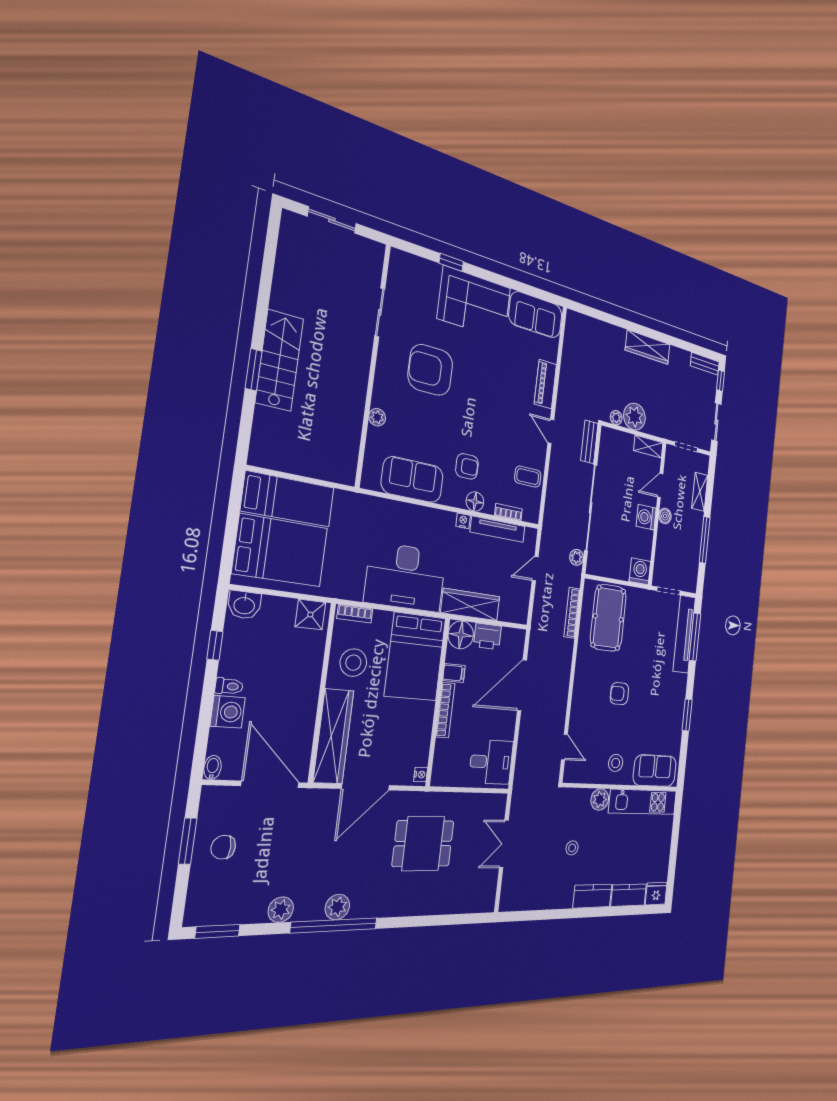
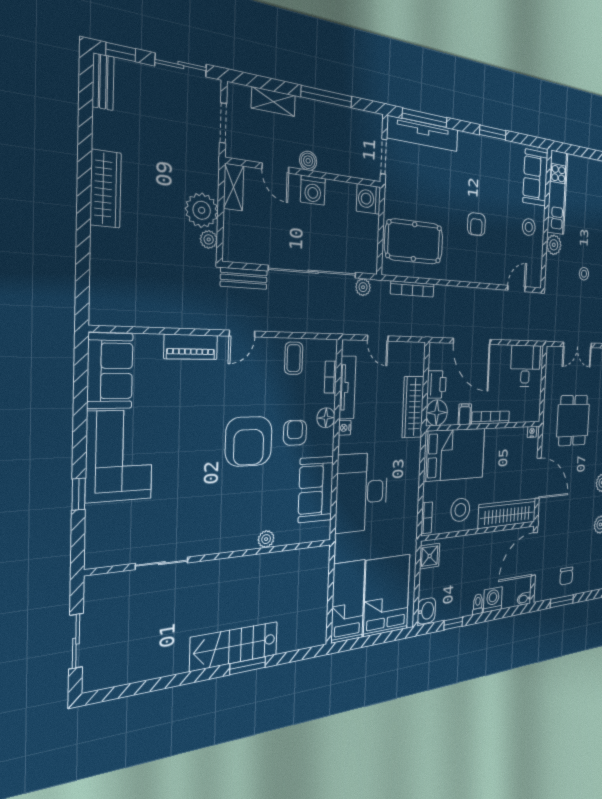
armchair: (430, 370) -> (249, 441), moved
desk: (406, 577) -> (362, 492), moved, turned 180

